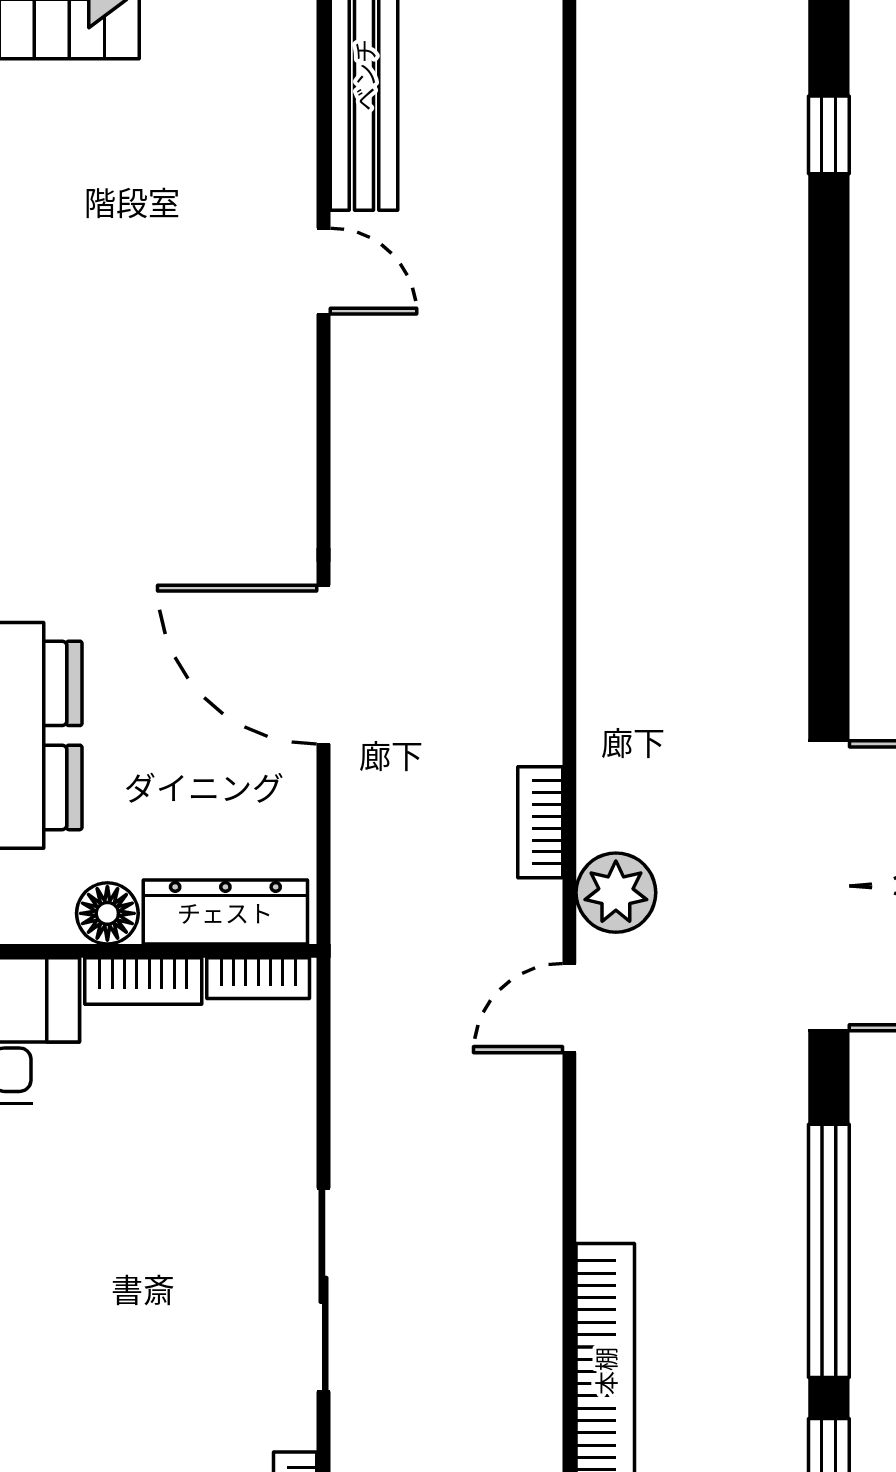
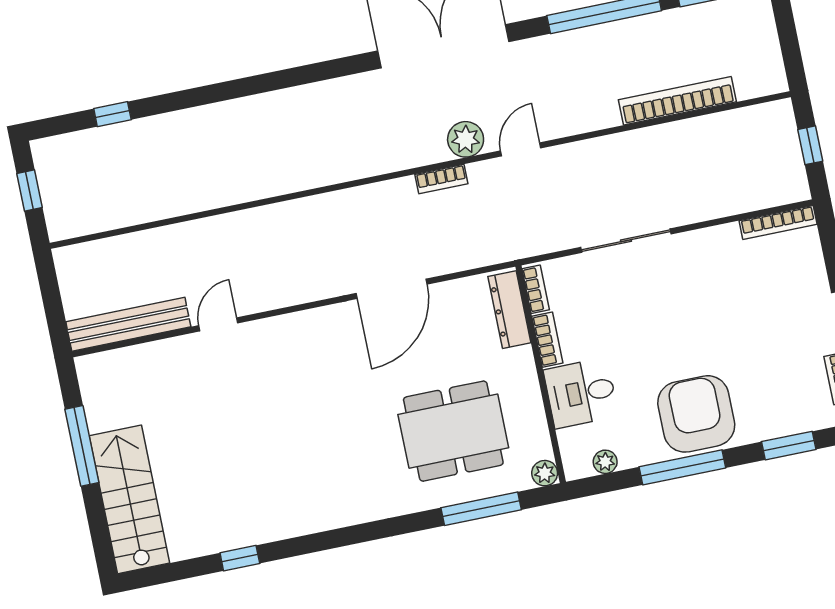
floor lamp: (107, 913) -> (521, 362), removed
door: (569, 1008) -> (521, 149), swing flipped
sliding door: (324, 1290) -> (626, 241), moved

